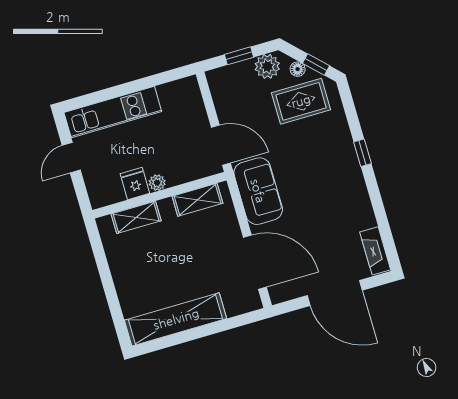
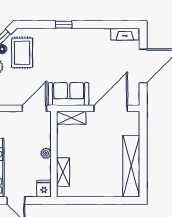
fridge: (135, 184) -> (44, 189), moved, turned 90
shelving: (197, 200) -> (71, 118), moved, turned 90

